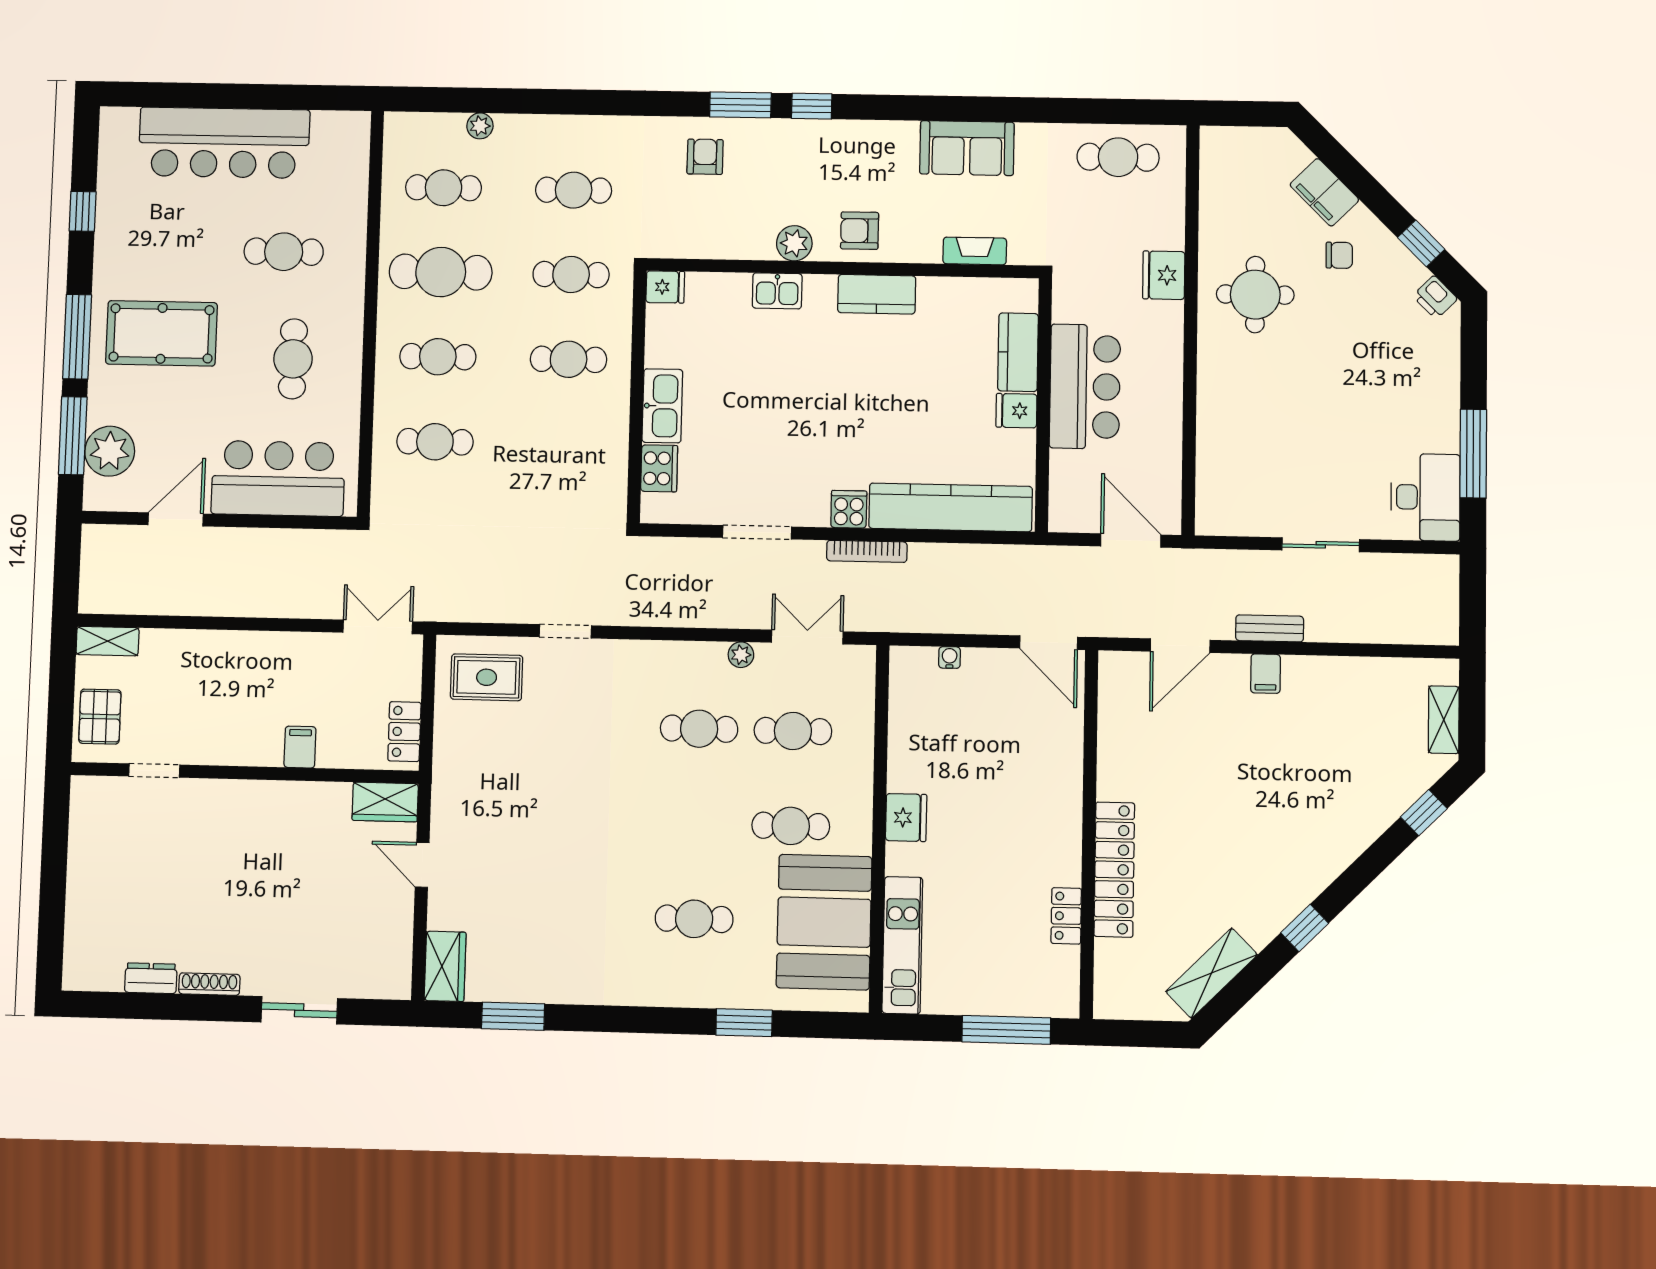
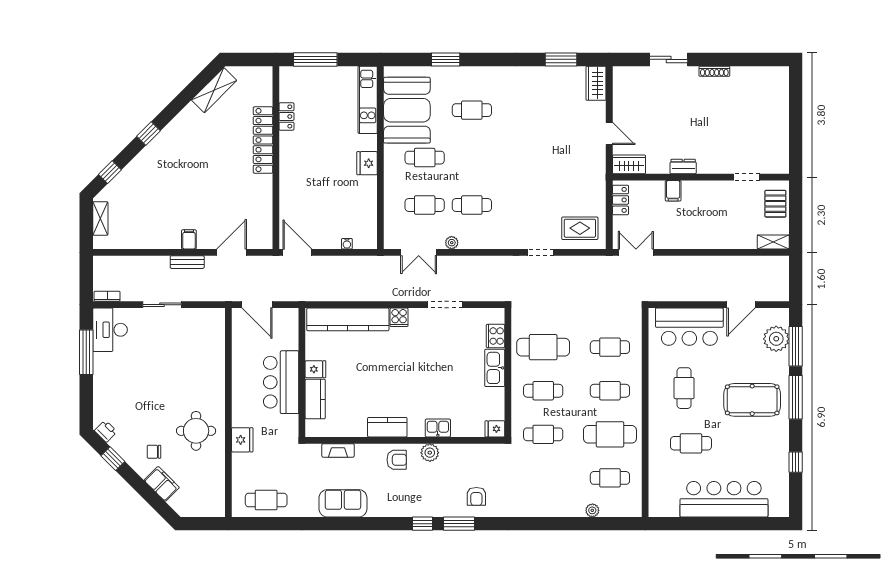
cafe table: (574, 190) -> (543, 347), moved, width x1.37, depth x1.35
bookcase: (867, 551) -> (107, 296), moved, width x0.64
double door: (378, 627) -> (636, 252), swing flipped
window: (1305, 928) -> (149, 133), moved
dresser: (151, 978) -> (683, 167), moved, turned 180

